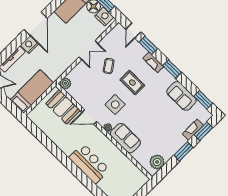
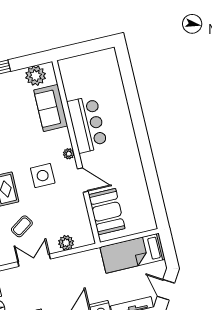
plant: (65, 83) -> (66, 243), moved
sofa: (125, 138) -> (51, 108), moved
bar counter: (89, 164) -> (87, 124), moved, turned 180

